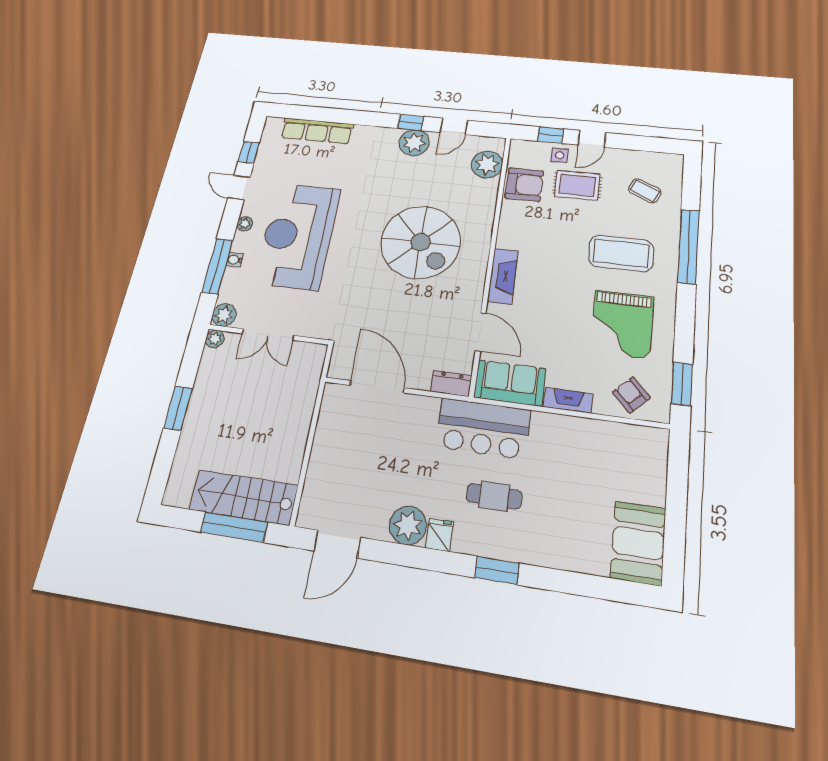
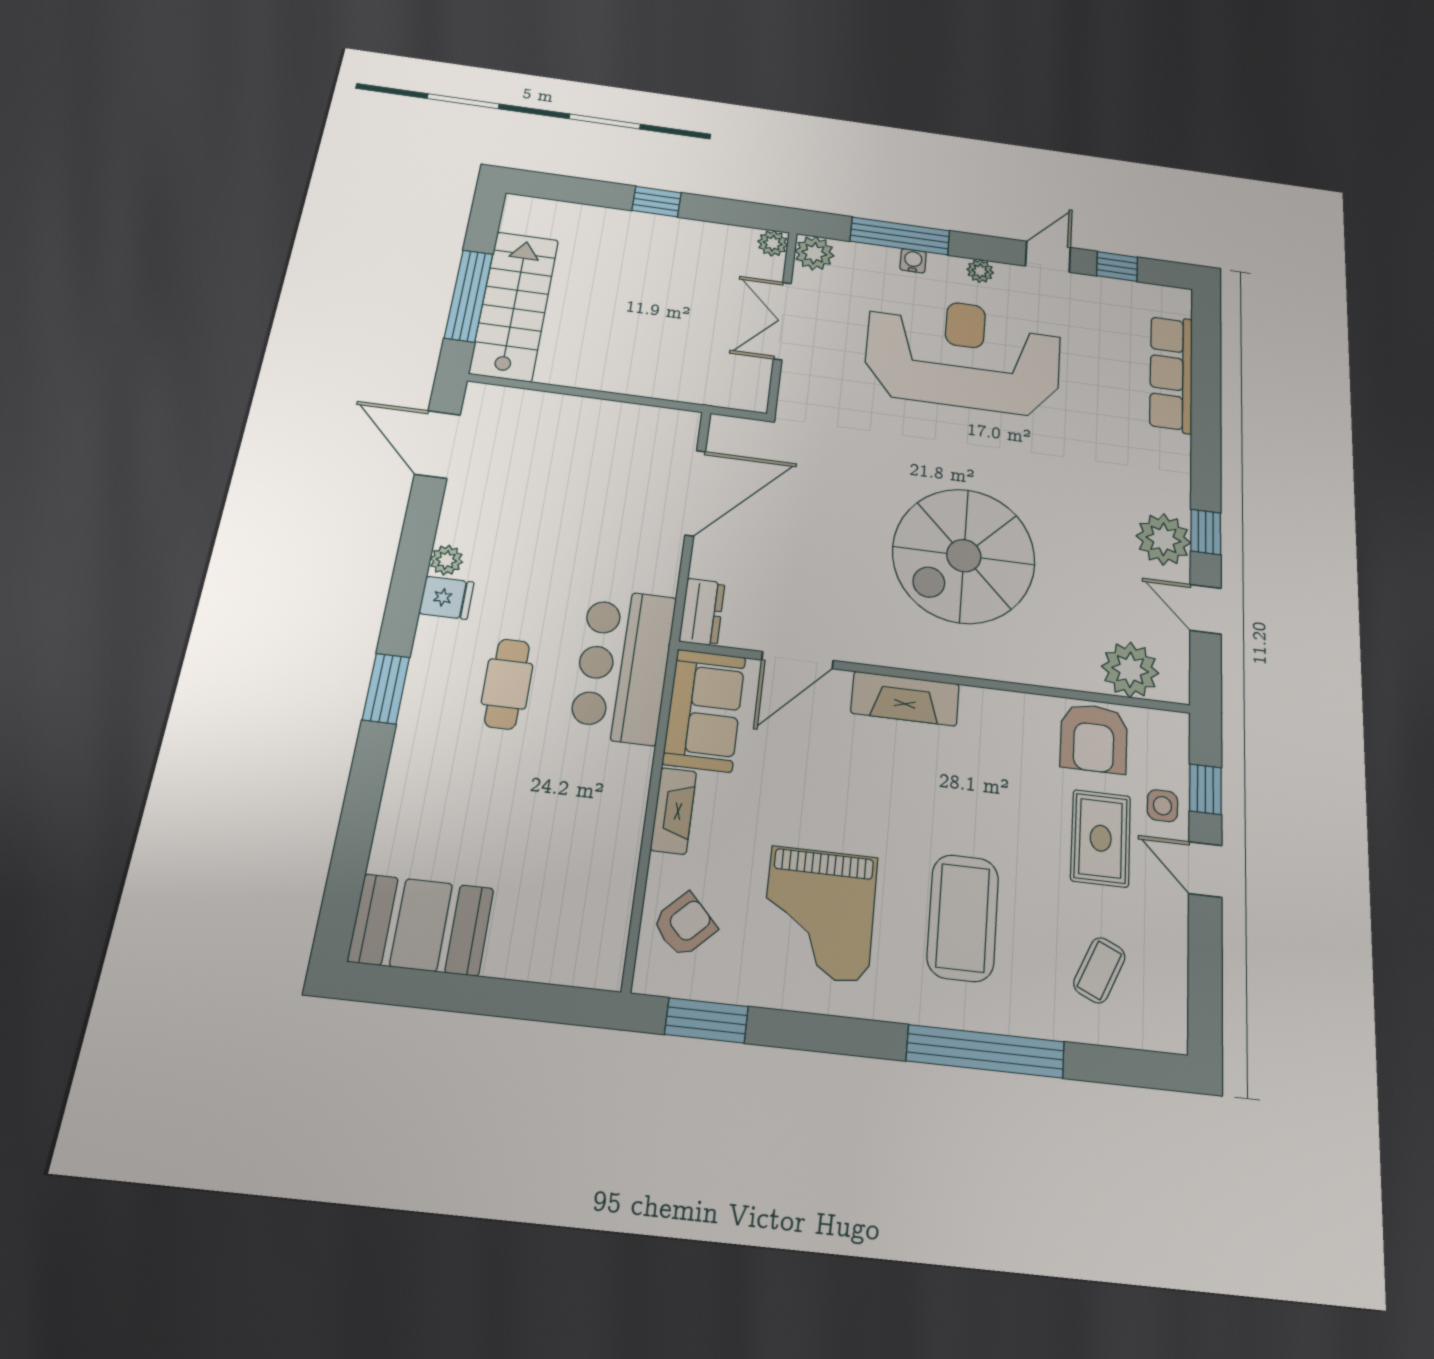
grand piano: (622, 325) -> (819, 914), turned -90
window: (178, 408) -> (657, 202), width x0.67
plant: (408, 525) -> (446, 560), width x0.53, depth x0.53

